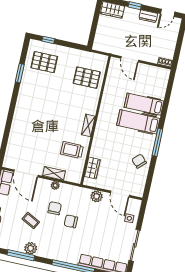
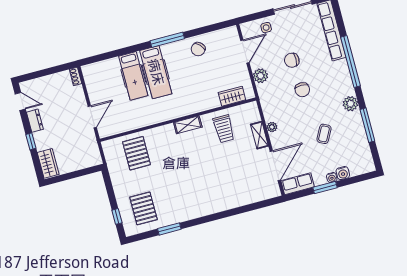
chair: (55, 208) -> (292, 60), moved
plant: (31, 248) -> (350, 104), moved

